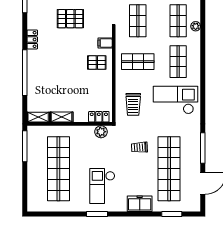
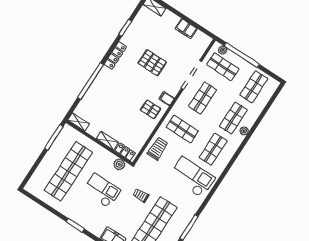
locker: (32, 39) -> (115, 55), width x1.53
trolley: (133, 104) -> (158, 149), moved, turned 180
shelving: (62, 117) -> (107, 141), moved
checkout: (102, 186) -> (102, 191), moved, turned 90

